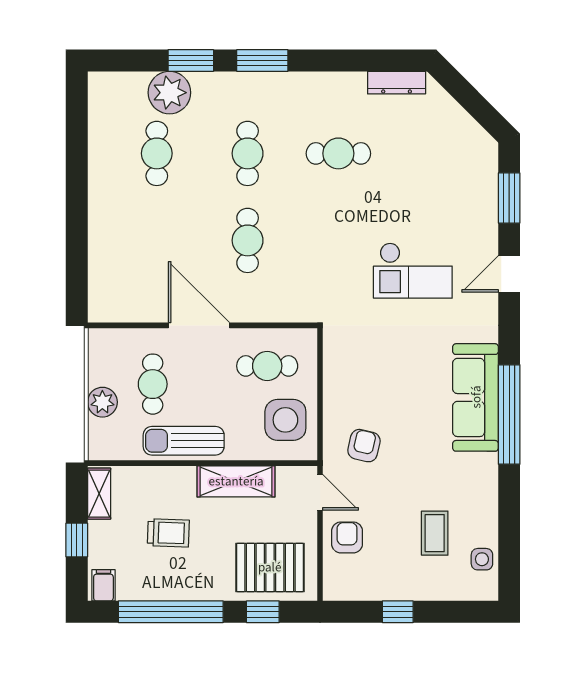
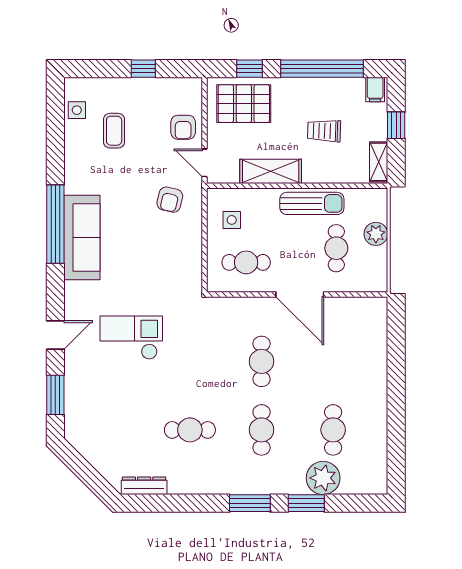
side table: (285, 420) -> (232, 220), width x0.54, depth x0.54

